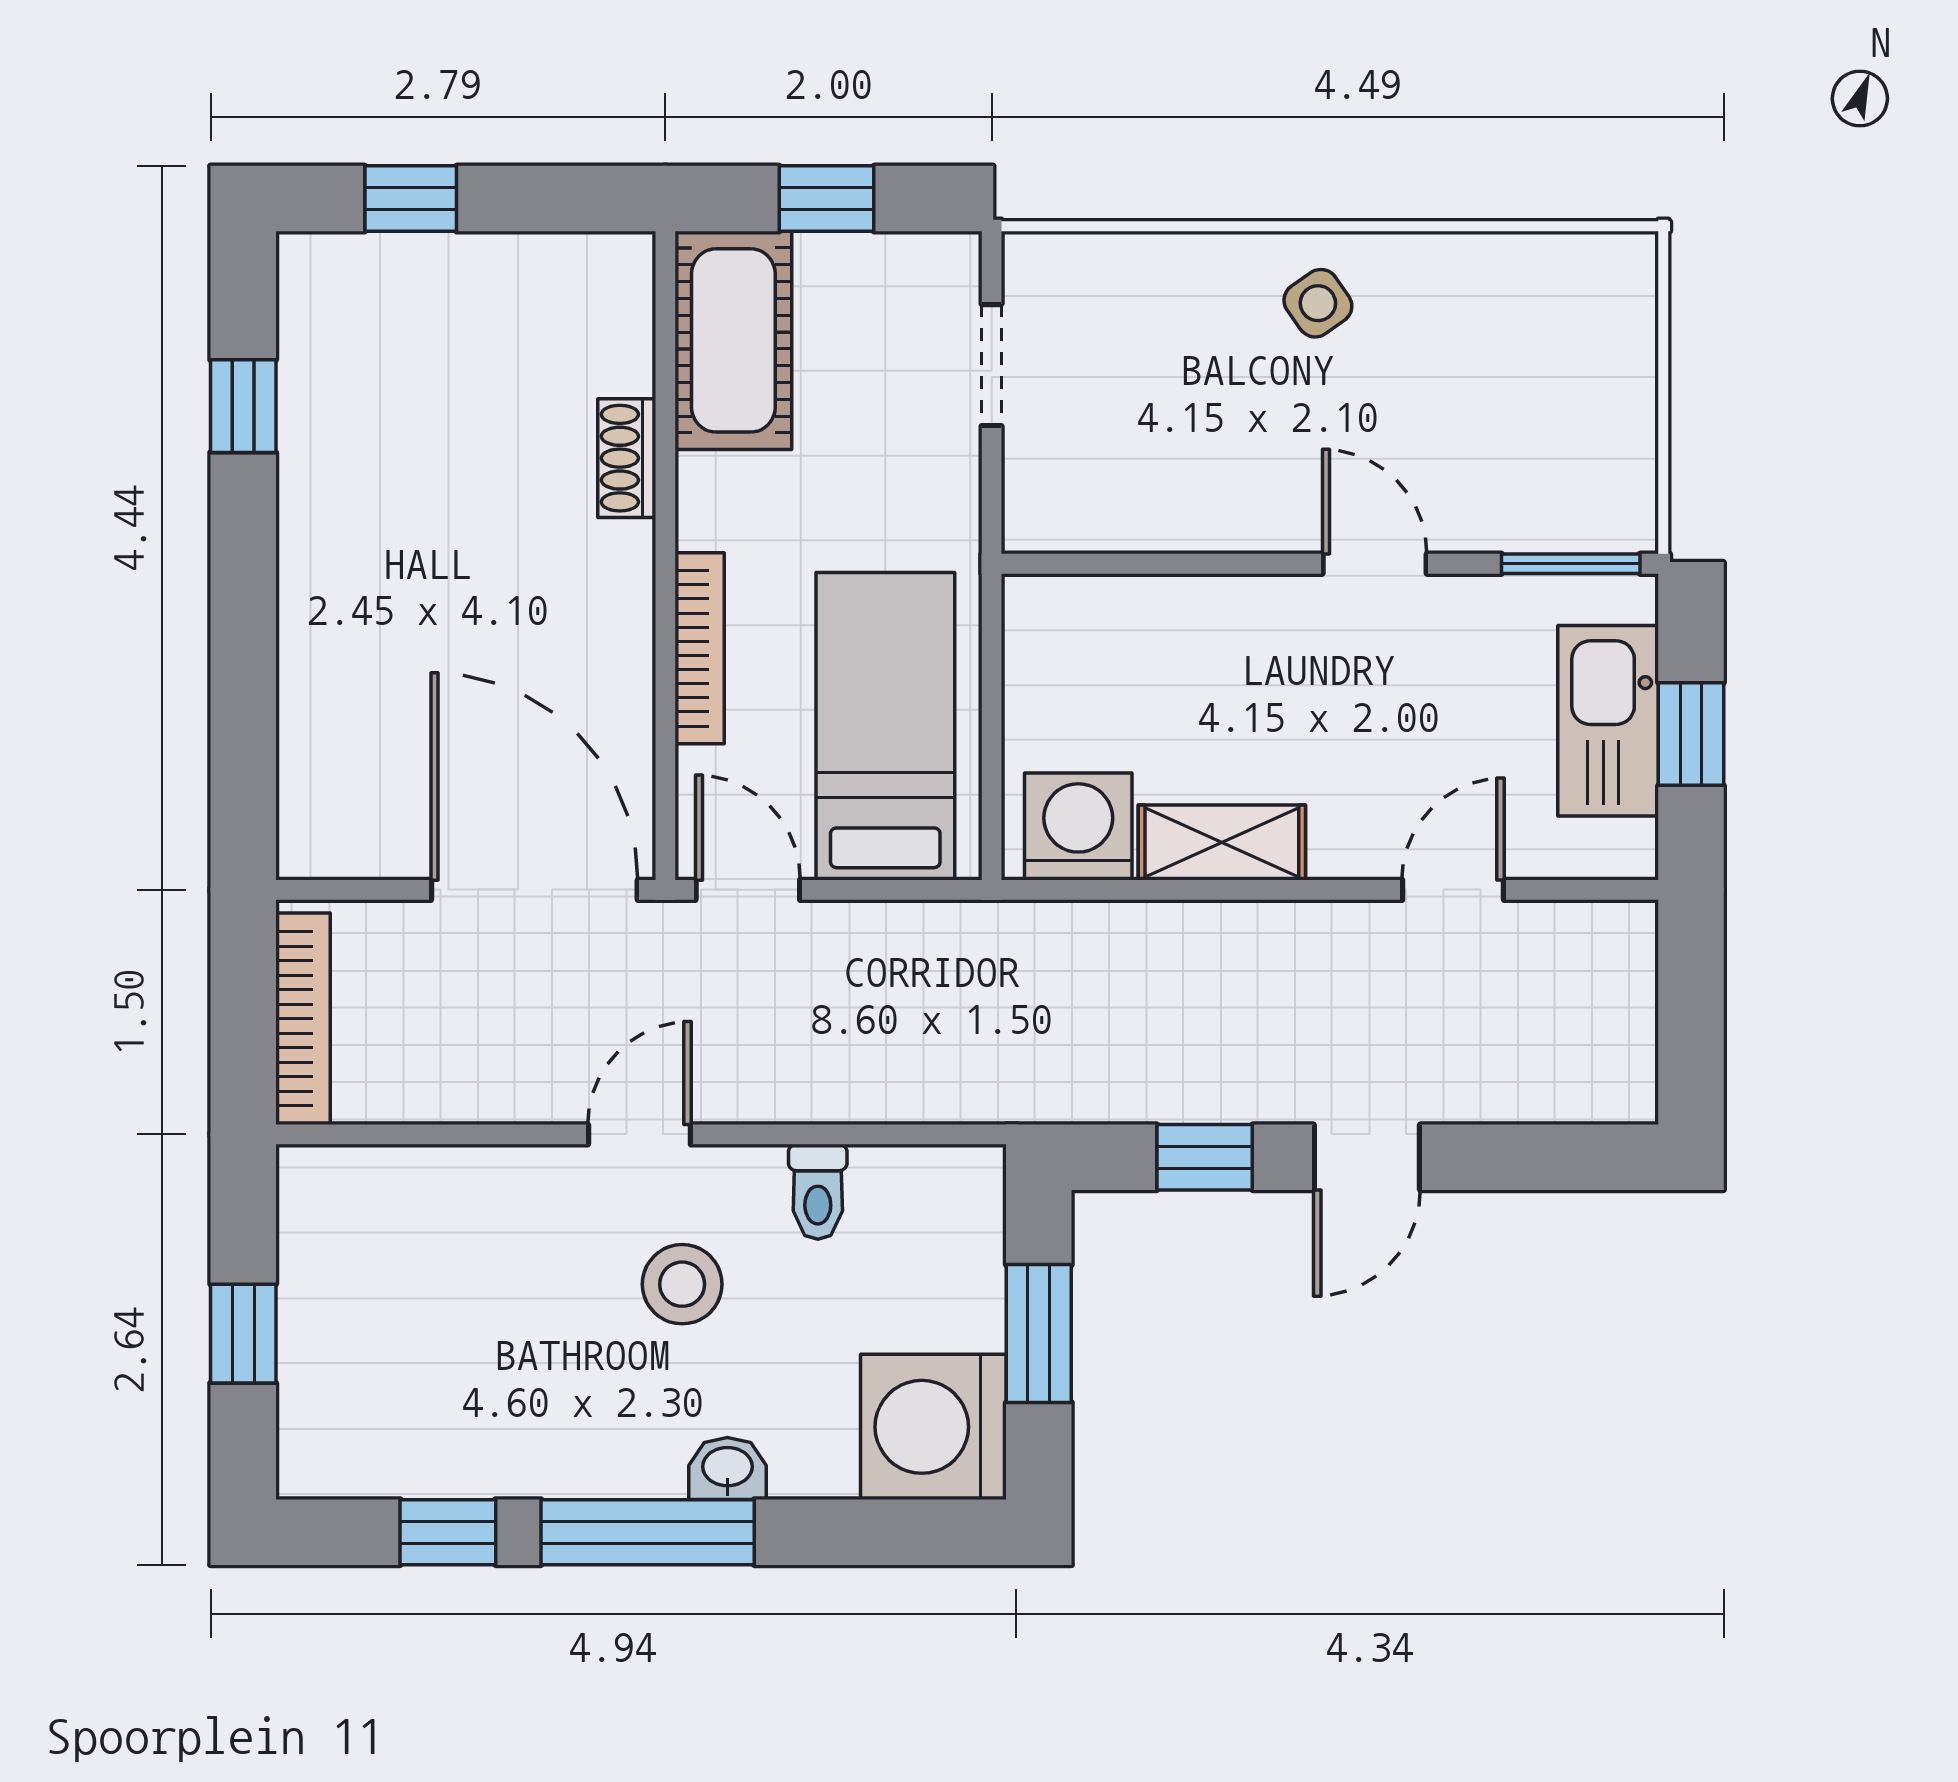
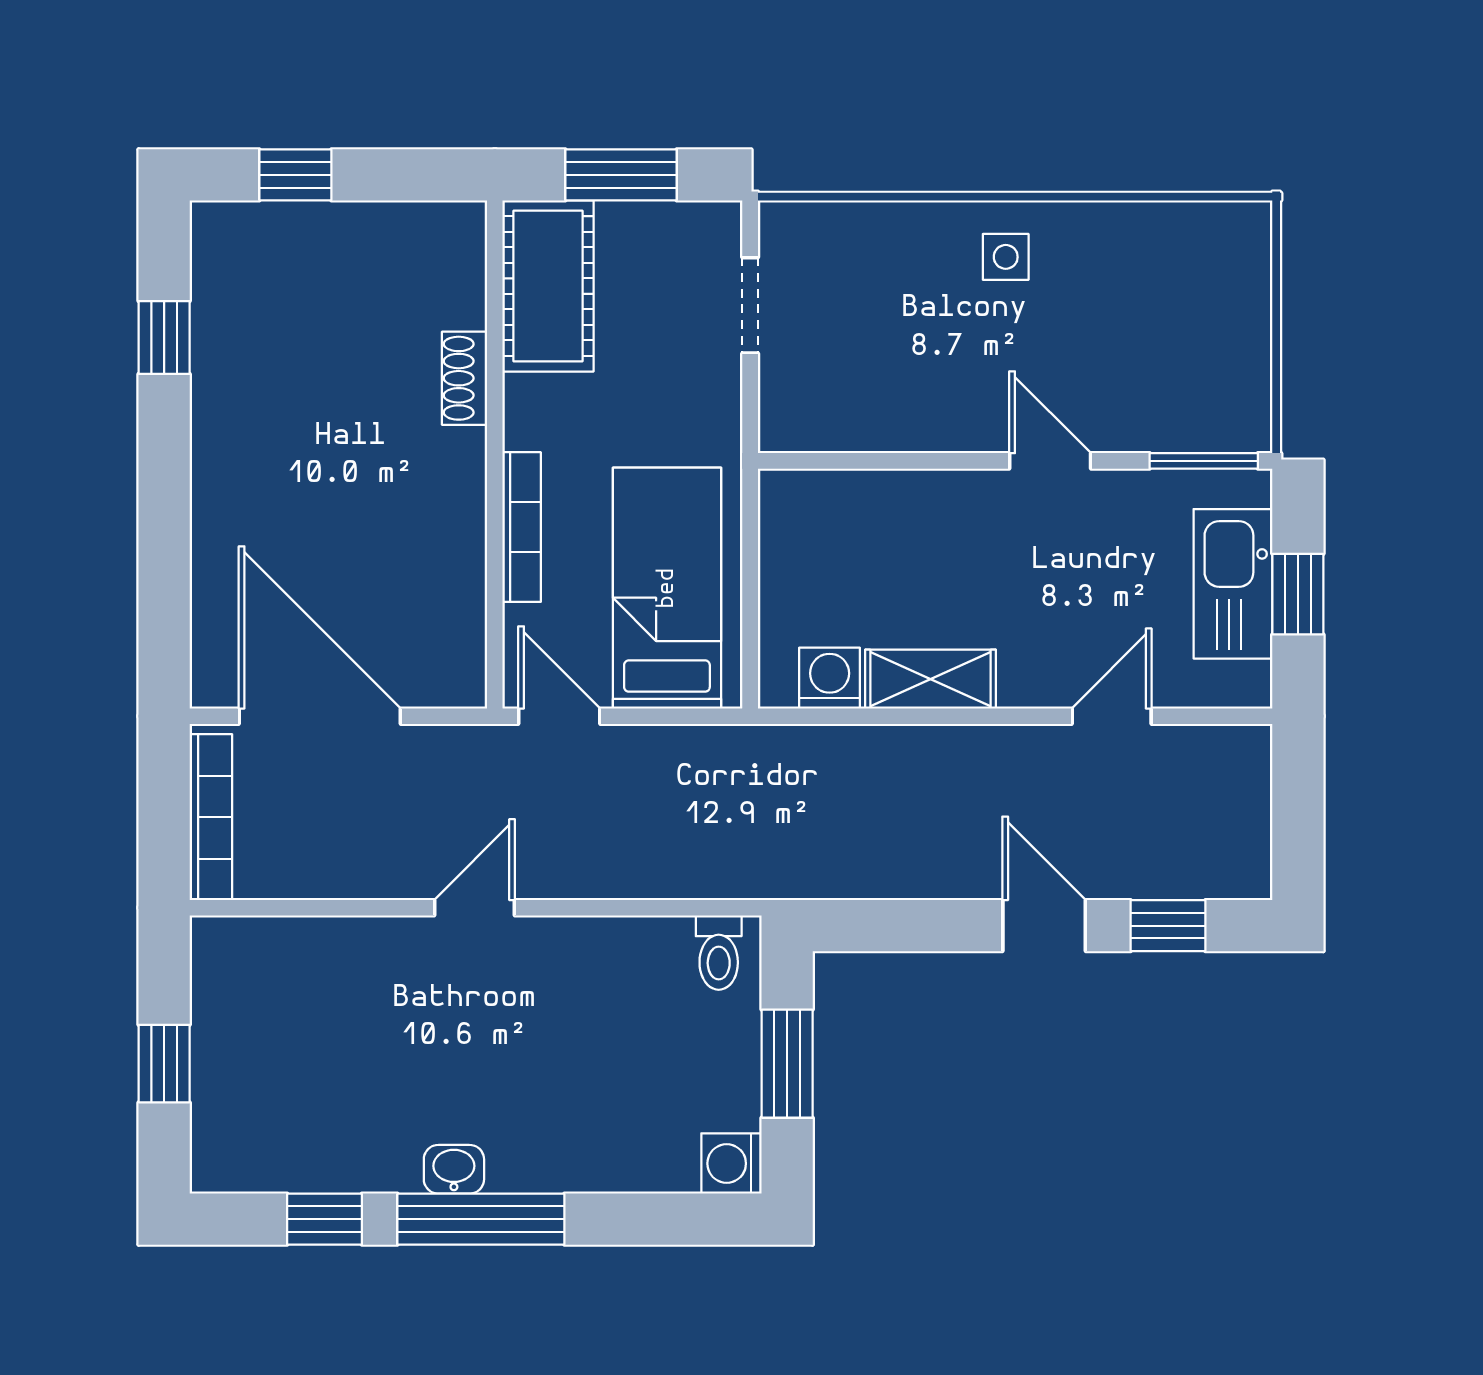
window: (827, 199) -> (621, 175), width x1.50
side table: (1318, 303) -> (1006, 257), turned 35
washing machine: (1078, 827) -> (830, 678), width x0.73, depth x0.73
door: (534, 890) -> (320, 716), moved
window: (1205, 1157) -> (1168, 926), moved
door: (1367, 1157) -> (1044, 926), swing flipped
toilet: (818, 1192) -> (719, 953), moved
stool: (682, 1284) -> (508, 1025), removed
washing machine: (933, 1427) -> (731, 1163), width x0.53, depth x0.53
washbasin: (727, 1468) -> (454, 1169), moved

